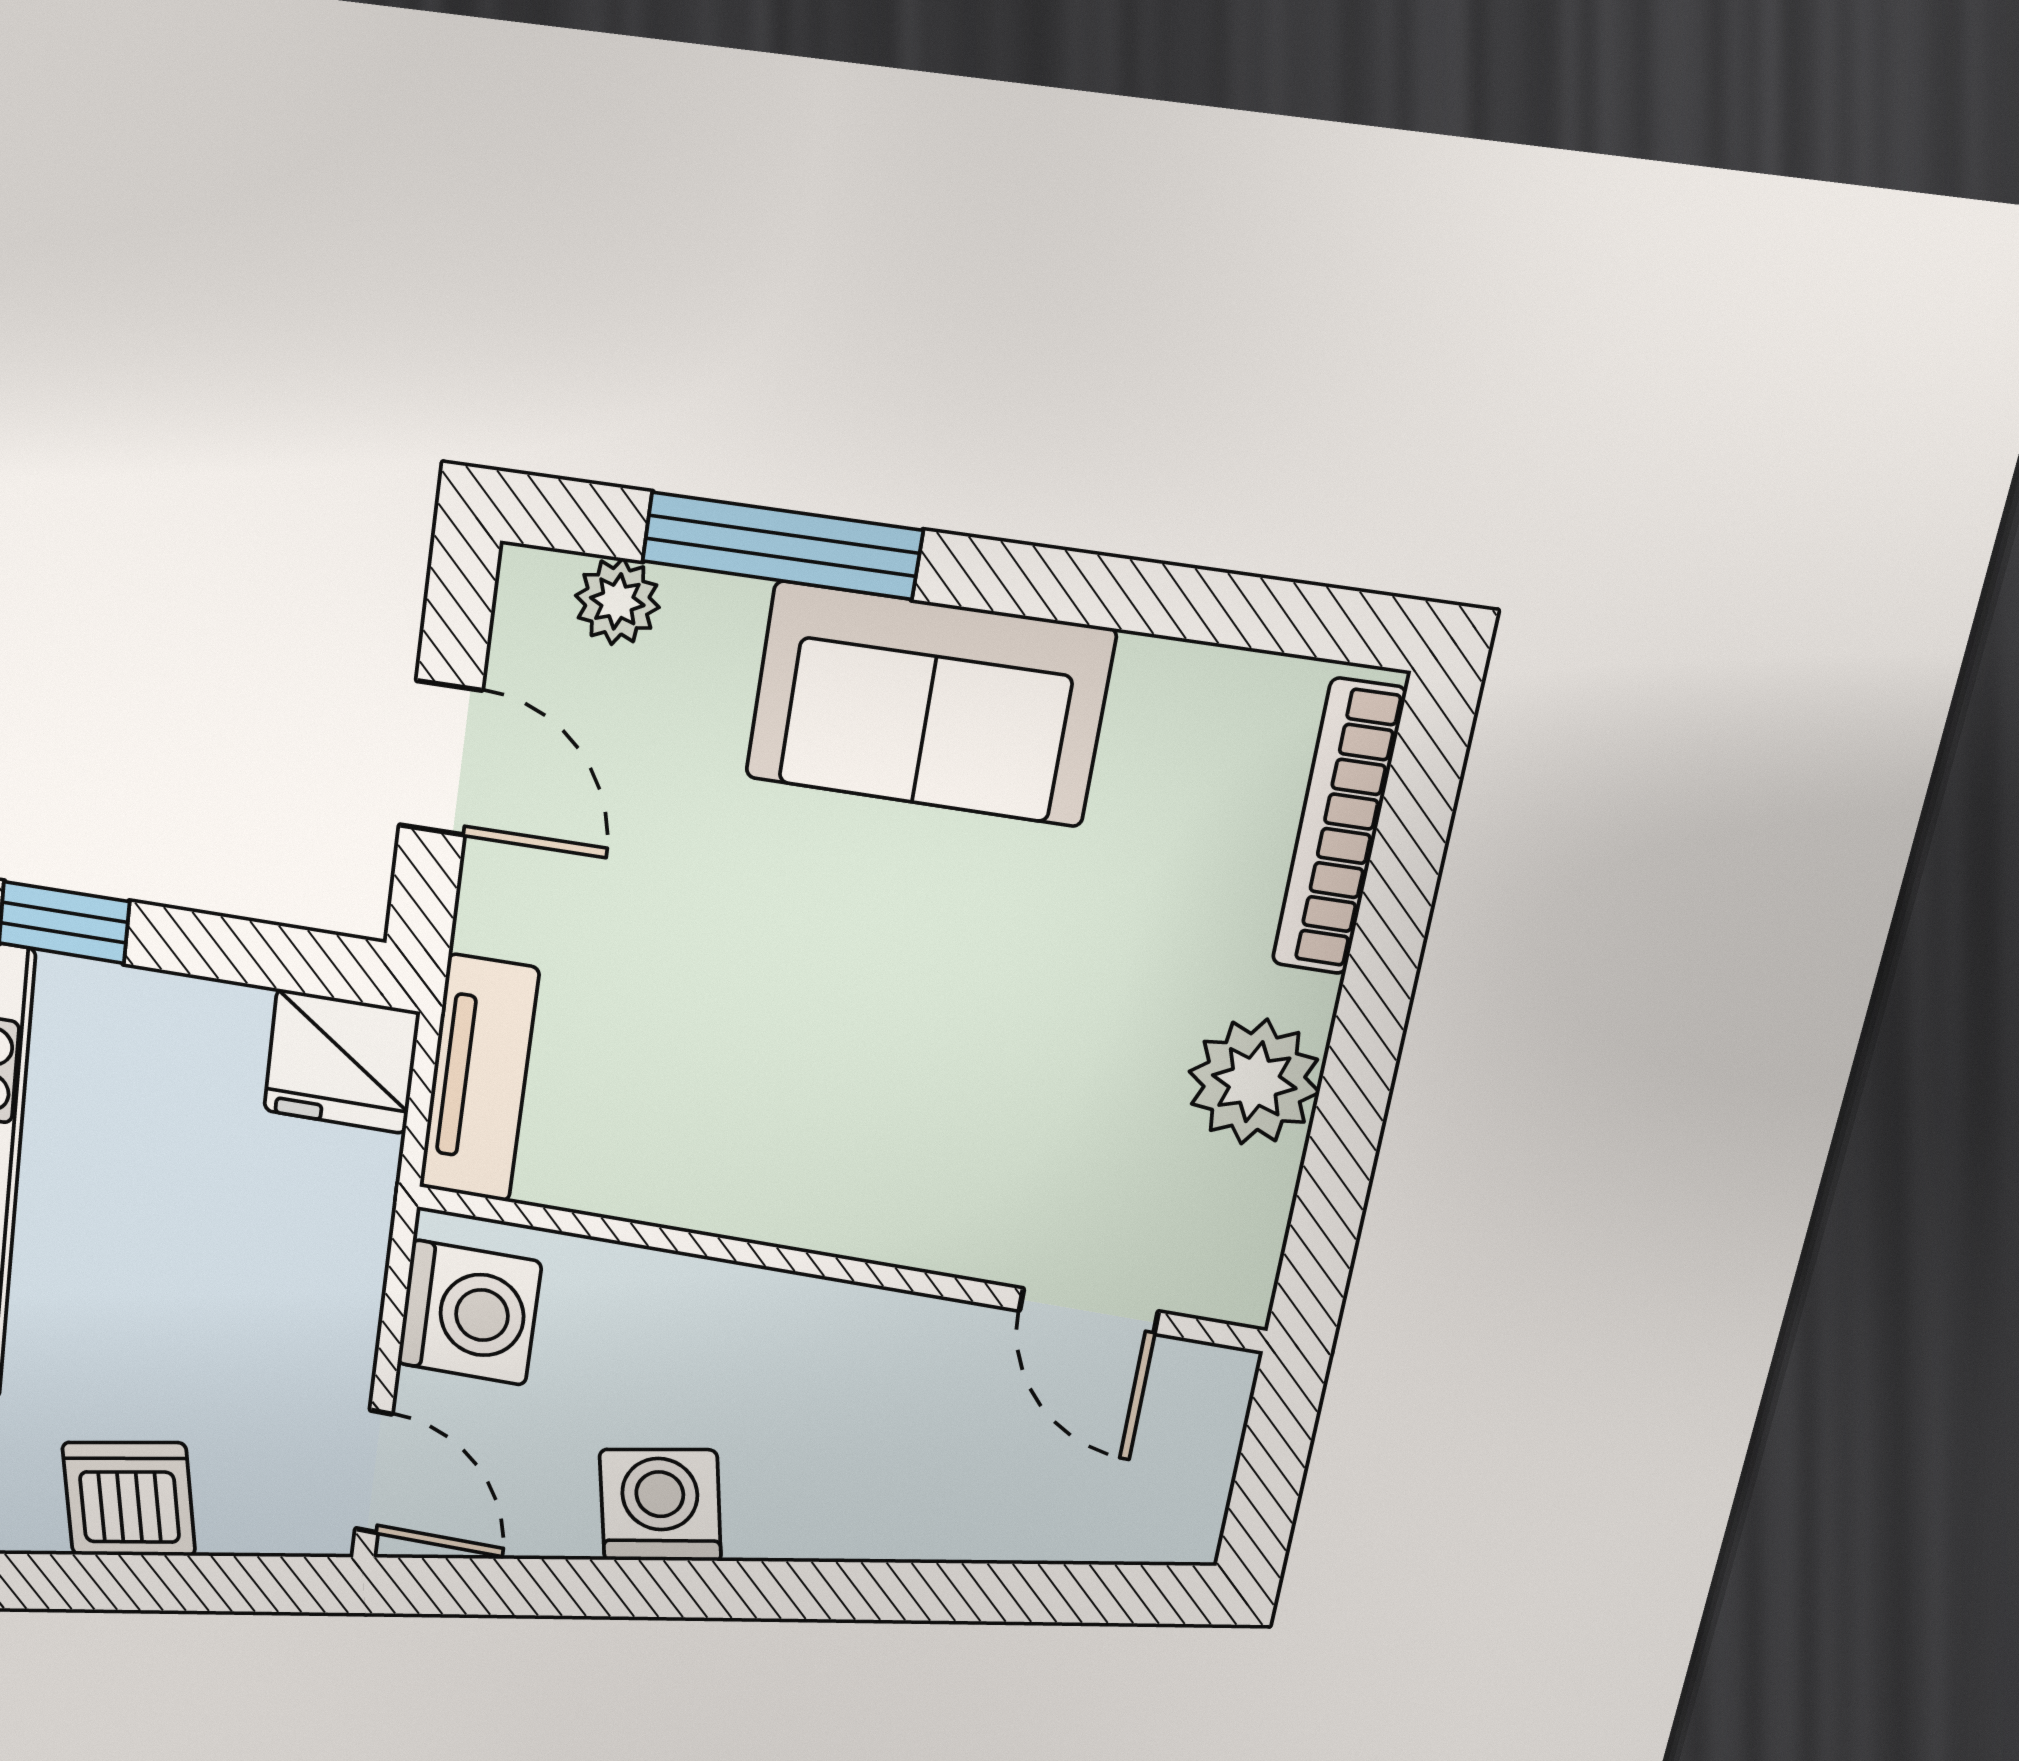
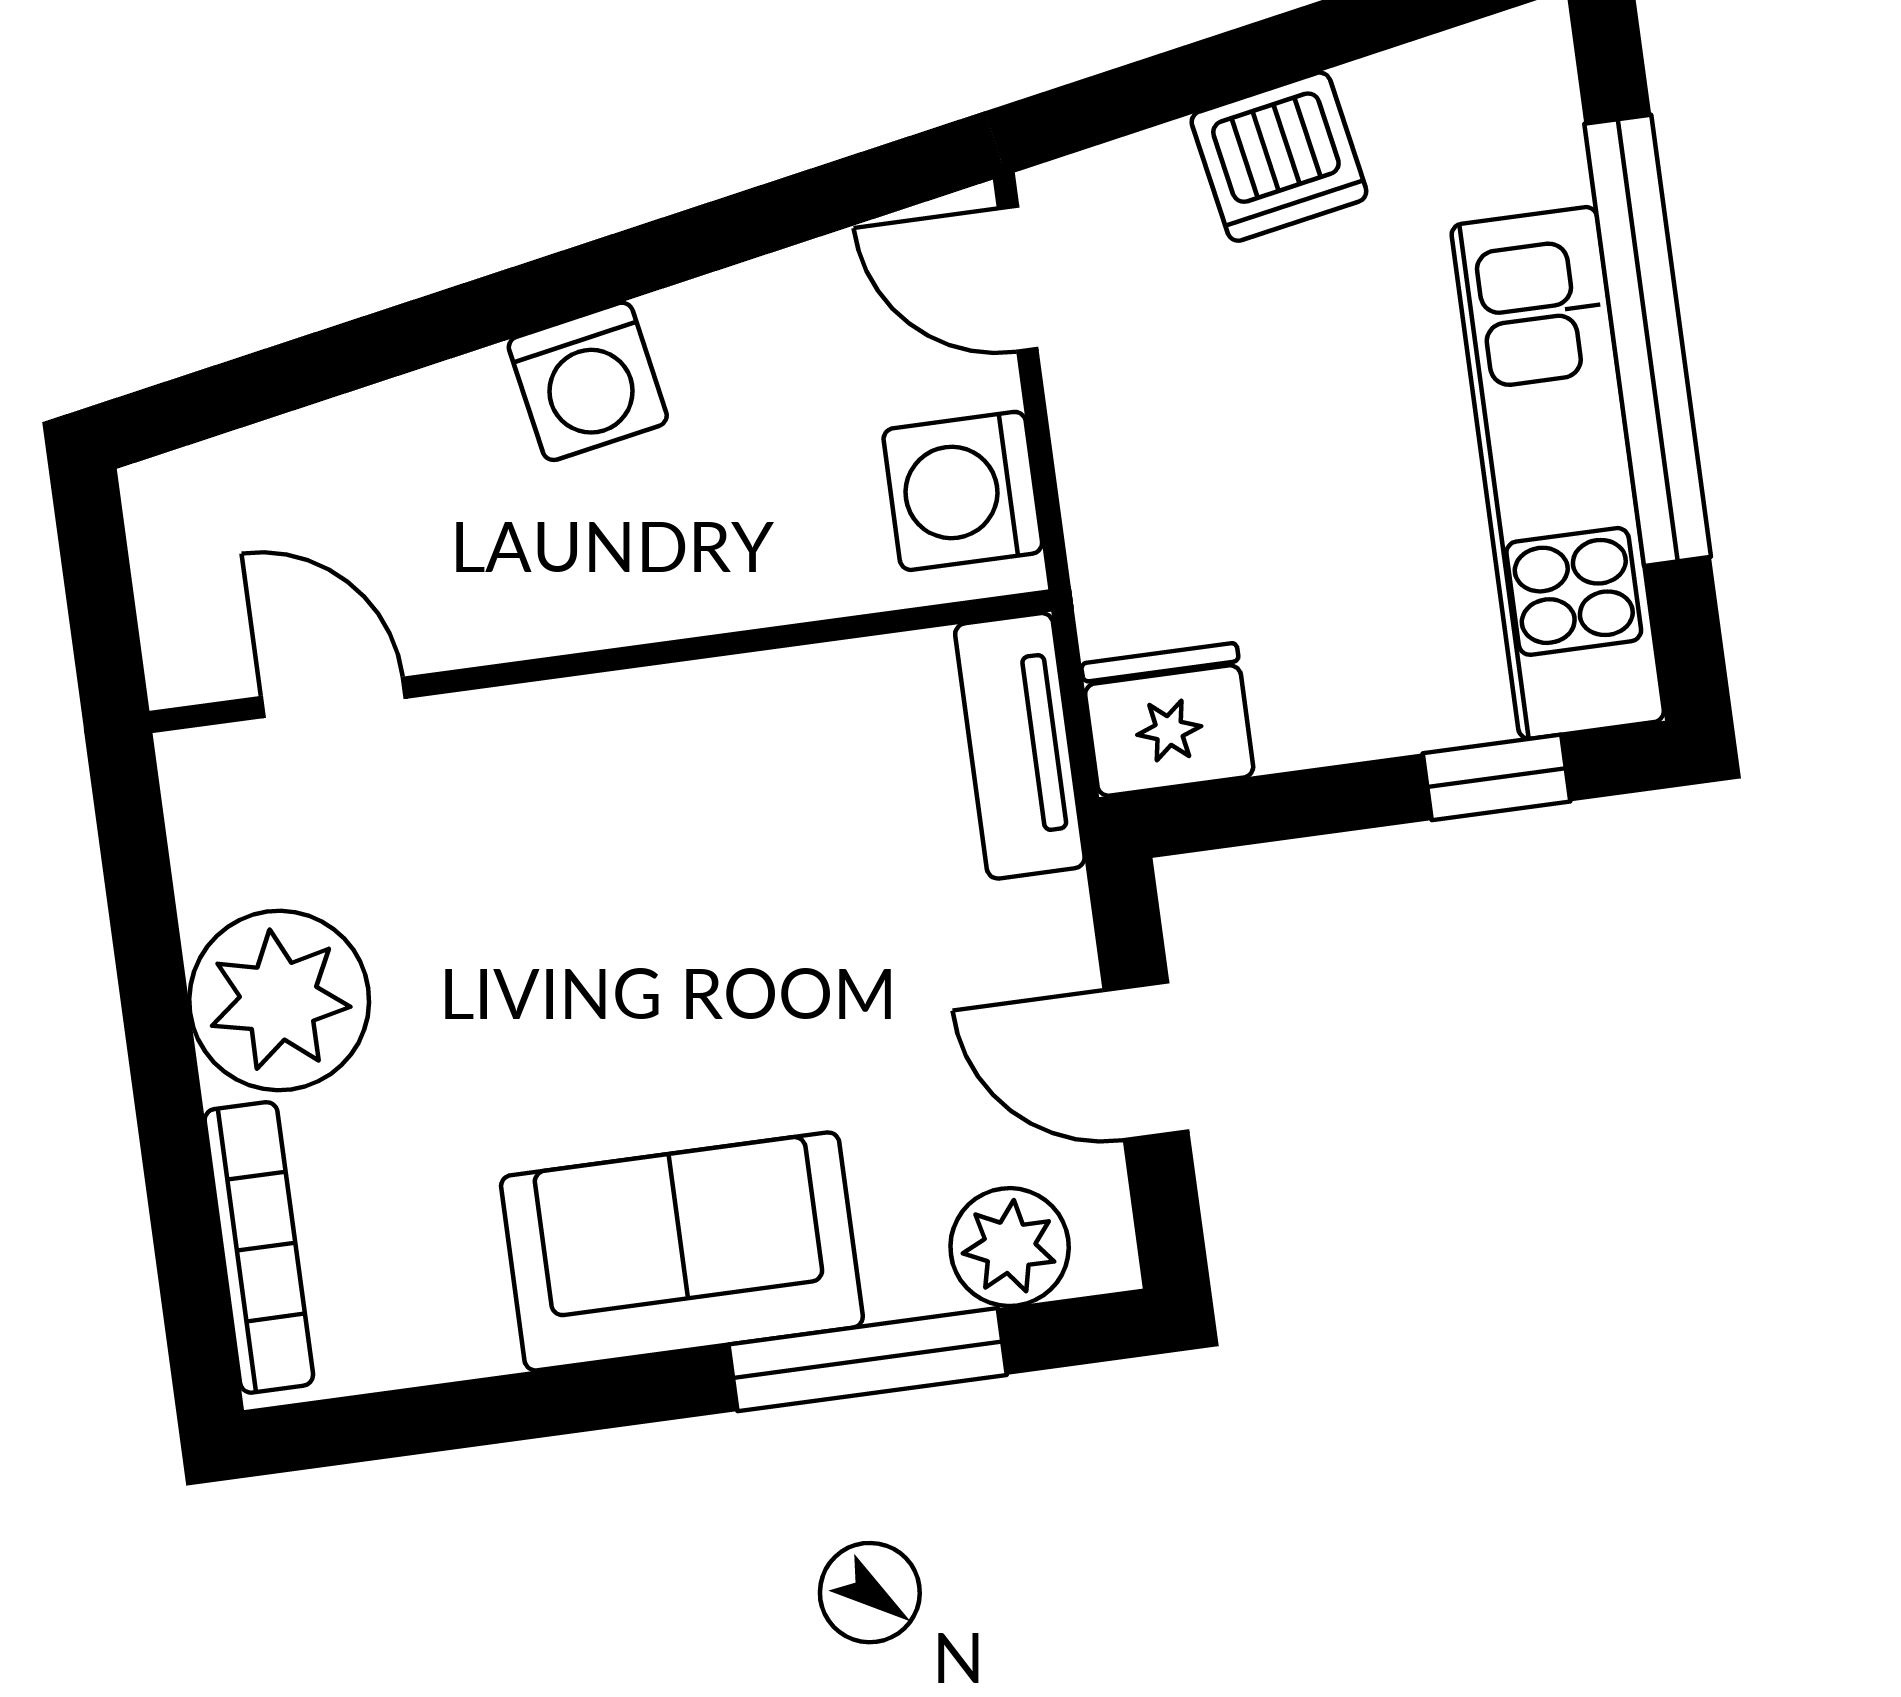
plant: (617, 601) -> (1010, 1247), width x1.38, depth x1.38
plant: (1254, 1082) -> (279, 1001), width x1.36, depth x1.36
washing machine: (660, 1505) -> (588, 381), moved

